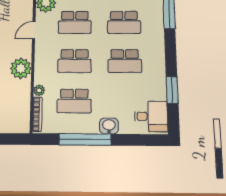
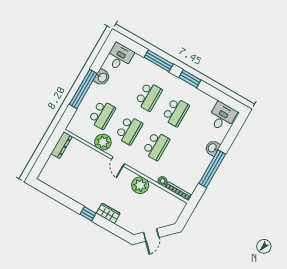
window: (172, 90) -> (190, 79), moved
school desk: (74, 101) -> (183, 161), removed

